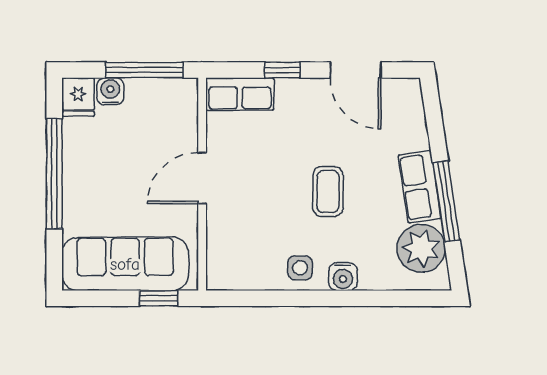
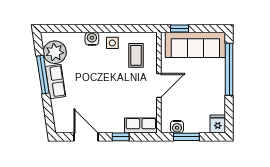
window: (144, 70) -> (186, 137), width x0.69
water cooler: (110, 91) -> (177, 127), moved
window: (54, 174) -> (229, 69), moved
coffee table: (328, 191) -> (136, 55), moved

